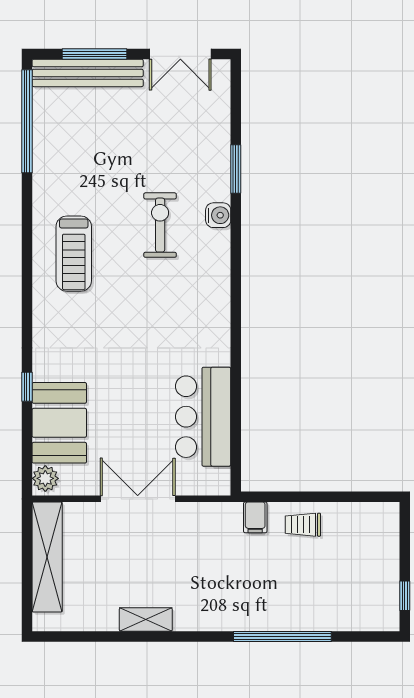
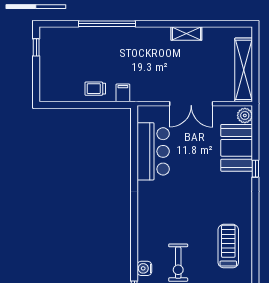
trolley: (303, 525) -> (95, 89), turned 180

